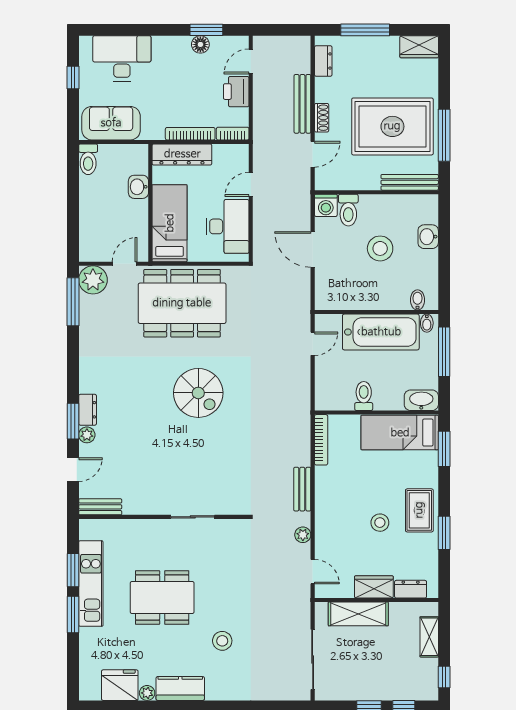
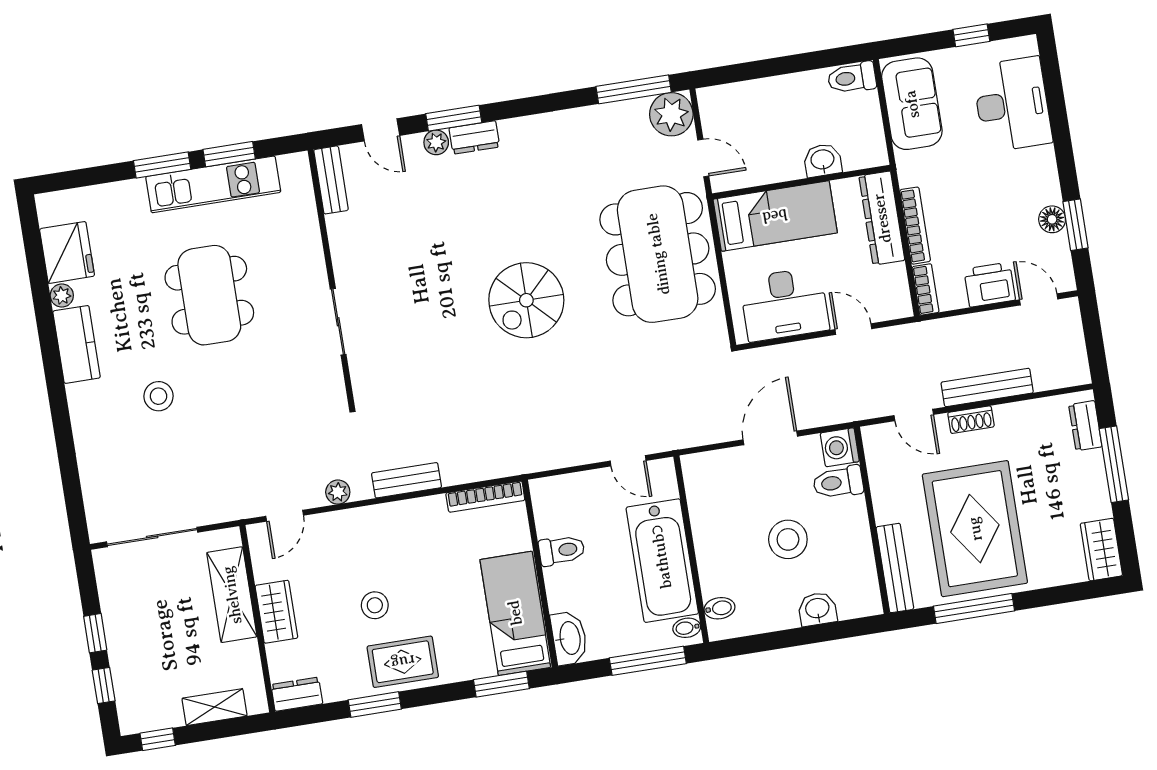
dresser: (323, 61) -> (1085, 426), moved, turned 90
dresser: (411, 589) -> (297, 694), moved, turned -90

